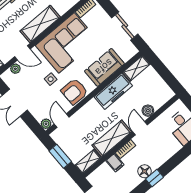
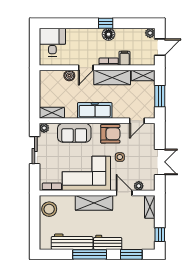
freezer: (113, 91) -> (95, 110), moved
plant: (46, 124) -> (44, 128), moved

